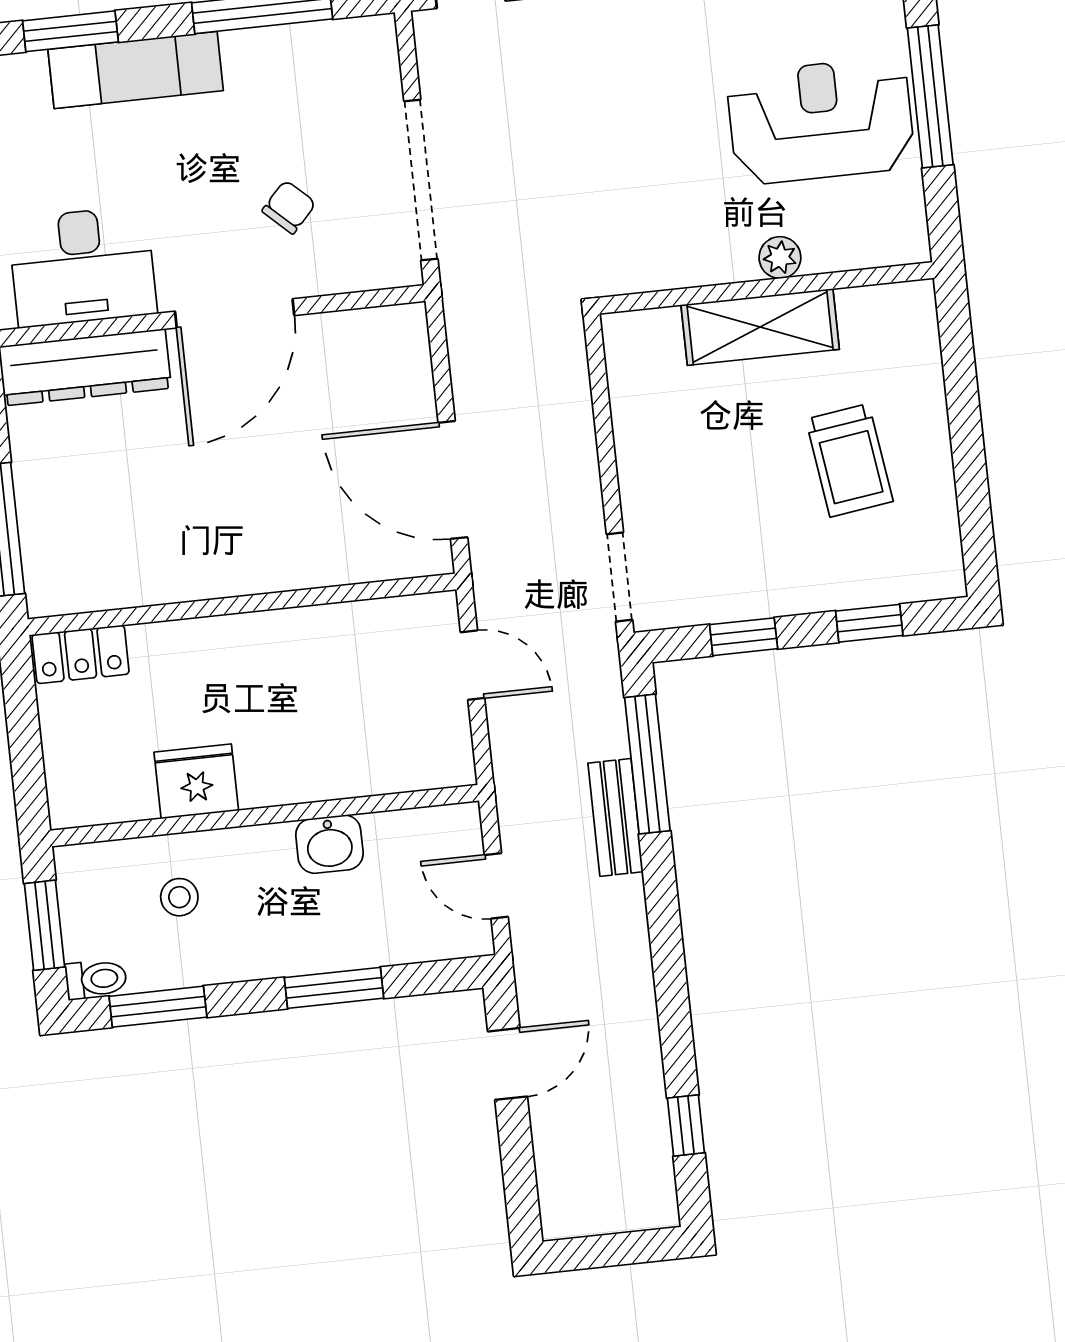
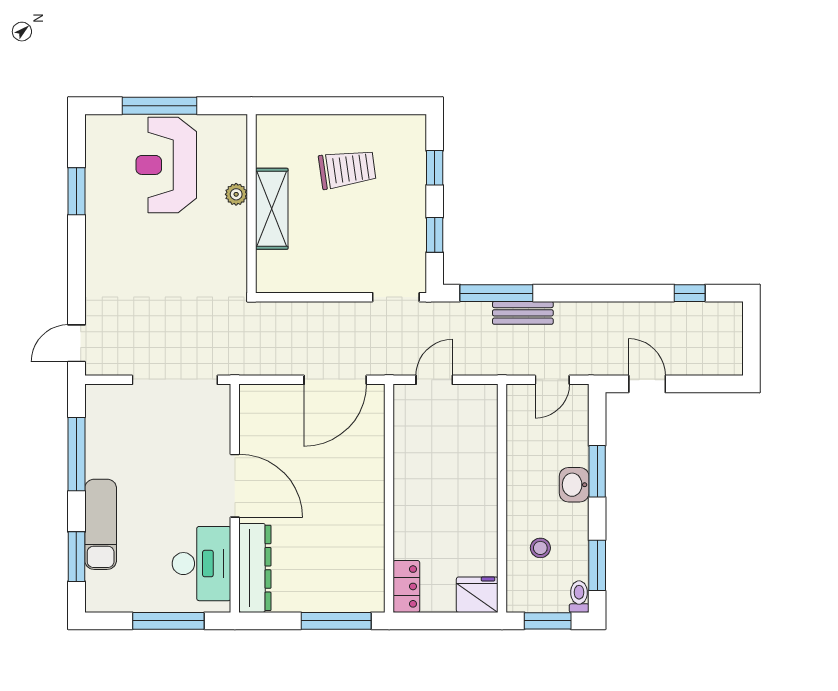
chair: (289, 207) -> (182, 451), removed
fridge: (196, 781) -> (477, 595), moved, turned 90
washbasin: (329, 844) -> (574, 485), moved, turned 180

